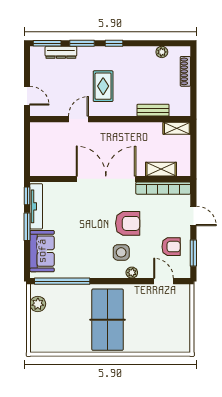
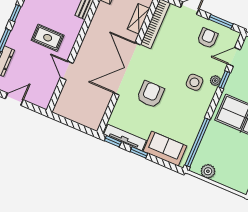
door: (27, 96) -> (14, 99), moved
armchair: (128, 223) -> (150, 94), moved
window: (27, 227) -> (139, 152), width x0.67
window: (136, 281) -> (224, 80), added

